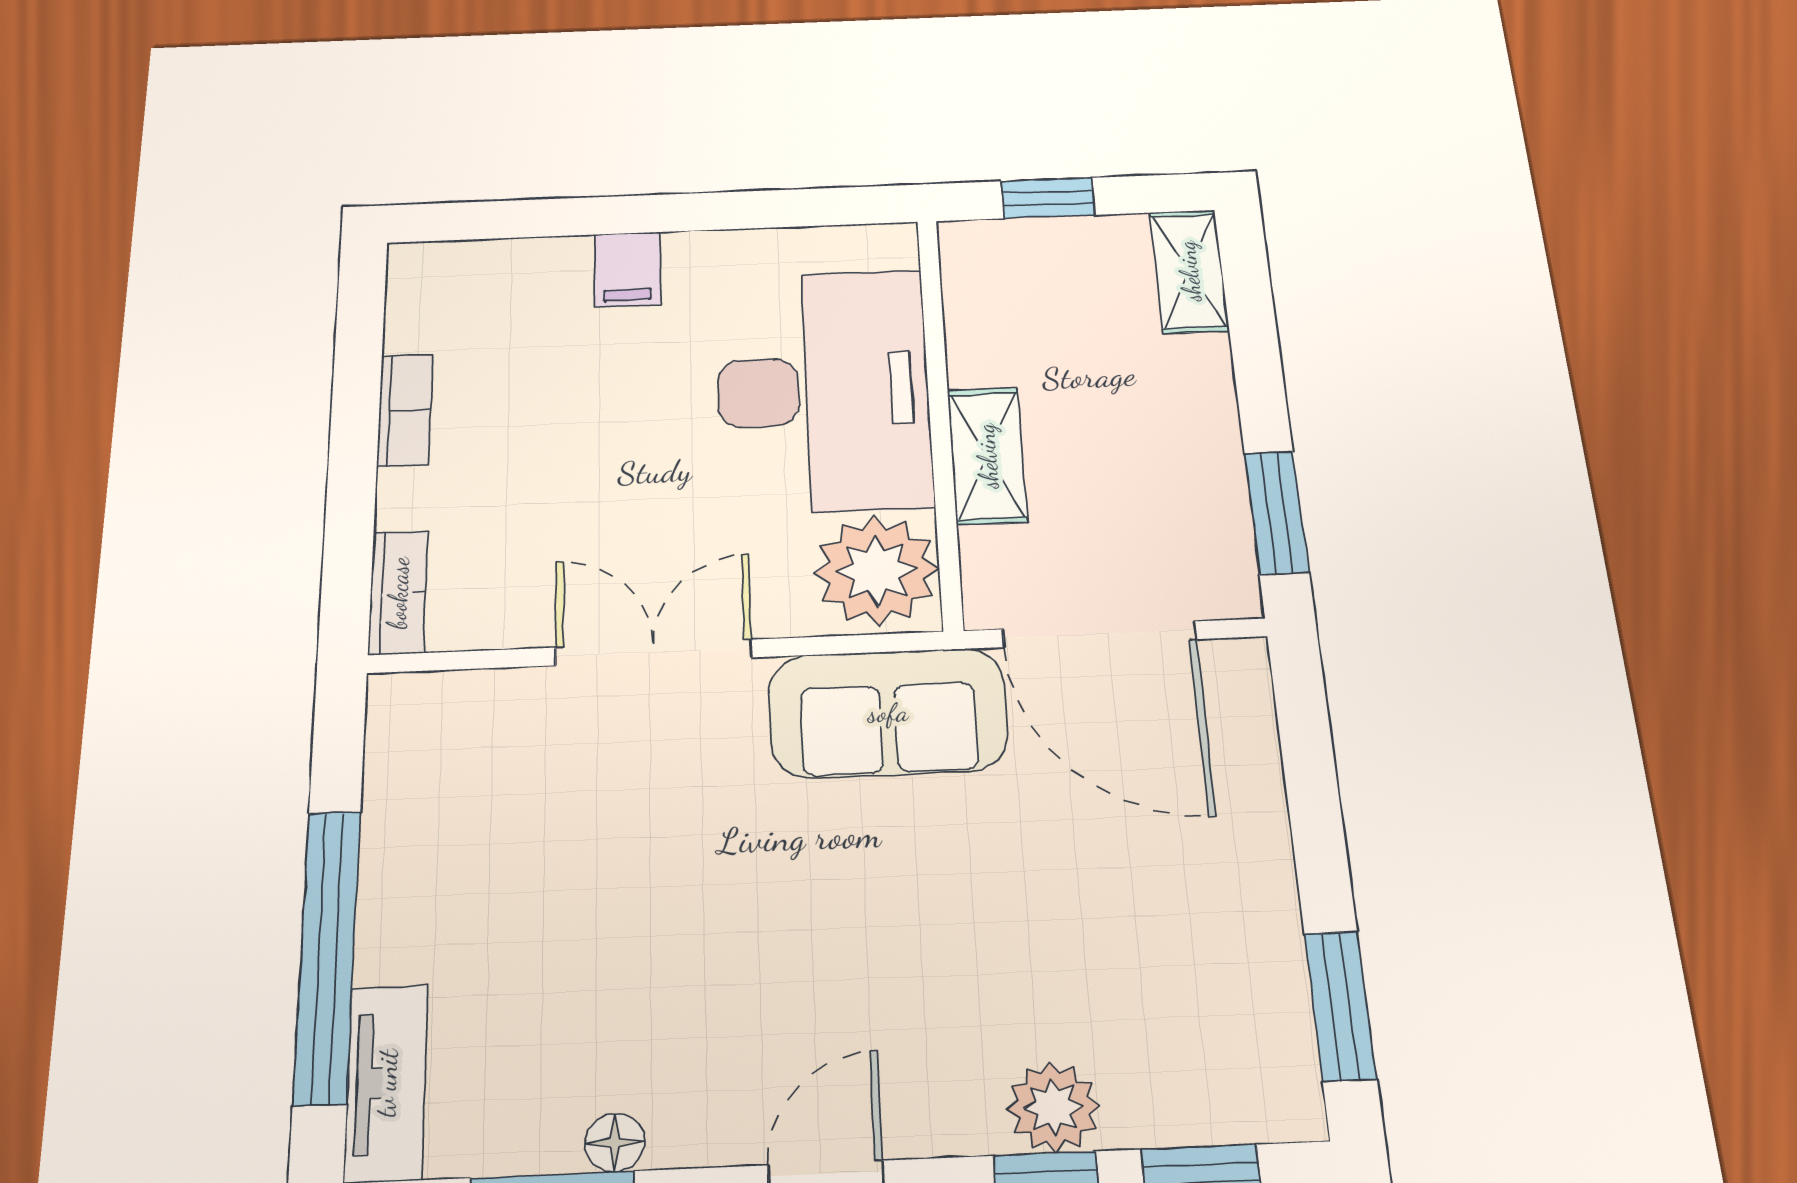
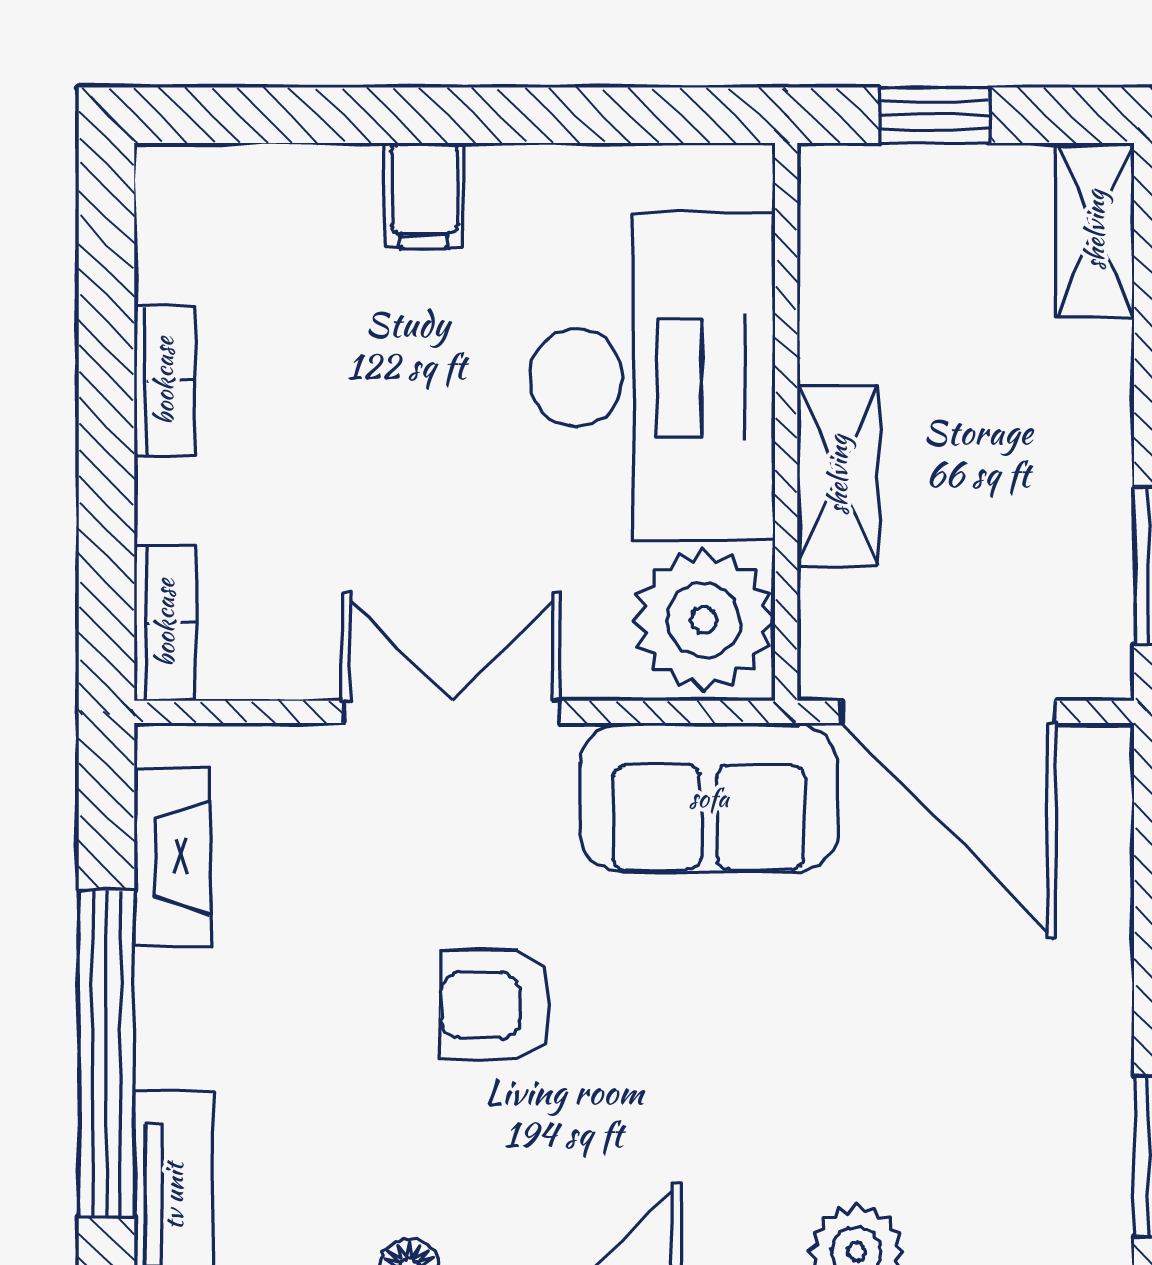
fireplace: (397, 782) -> (172, 857), added
armchair: (696, 897) -> (495, 1005), added

